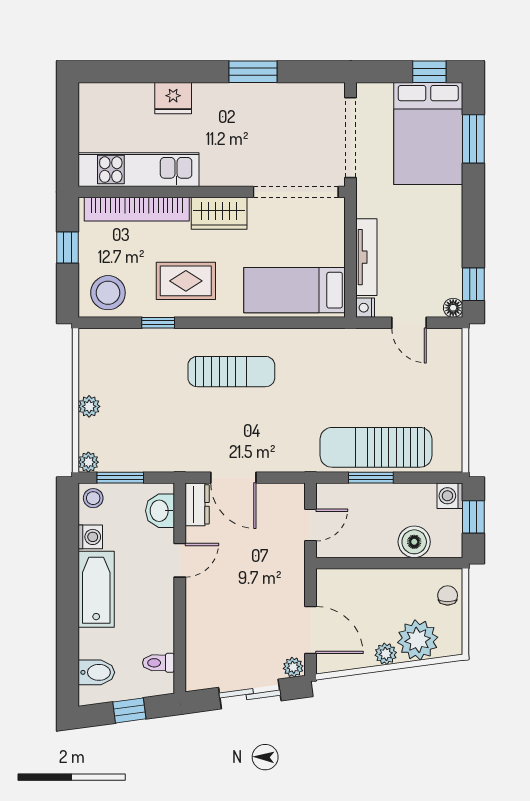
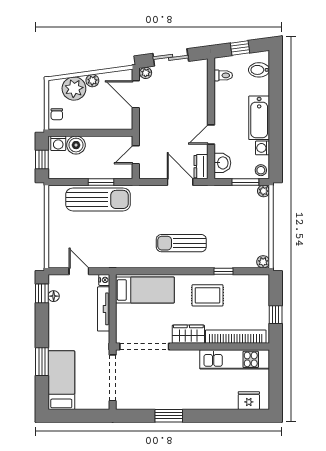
window: (429, 72) -> (67, 416), removed
fridge: (173, 98) -> (249, 401), moved
bed: (428, 134) -> (61, 380), width x0.67
window: (473, 139) -> (42, 362), moved
stool: (108, 293) -> (252, 289), removed
floor lamp: (453, 308) -> (54, 296), moved
plant: (89, 406) -> (263, 262), moved
washing machine: (450, 496) -> (58, 143), moved, turned 90

